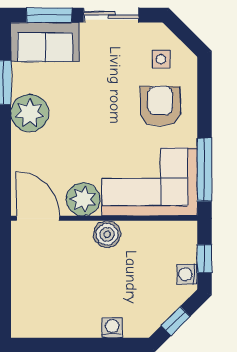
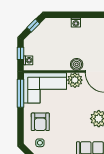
boiler: (107, 234) -> (77, 64), moved
washing machine: (187, 274) -> (28, 60), moved
washing machine: (112, 328) -> (76, 23), moved

